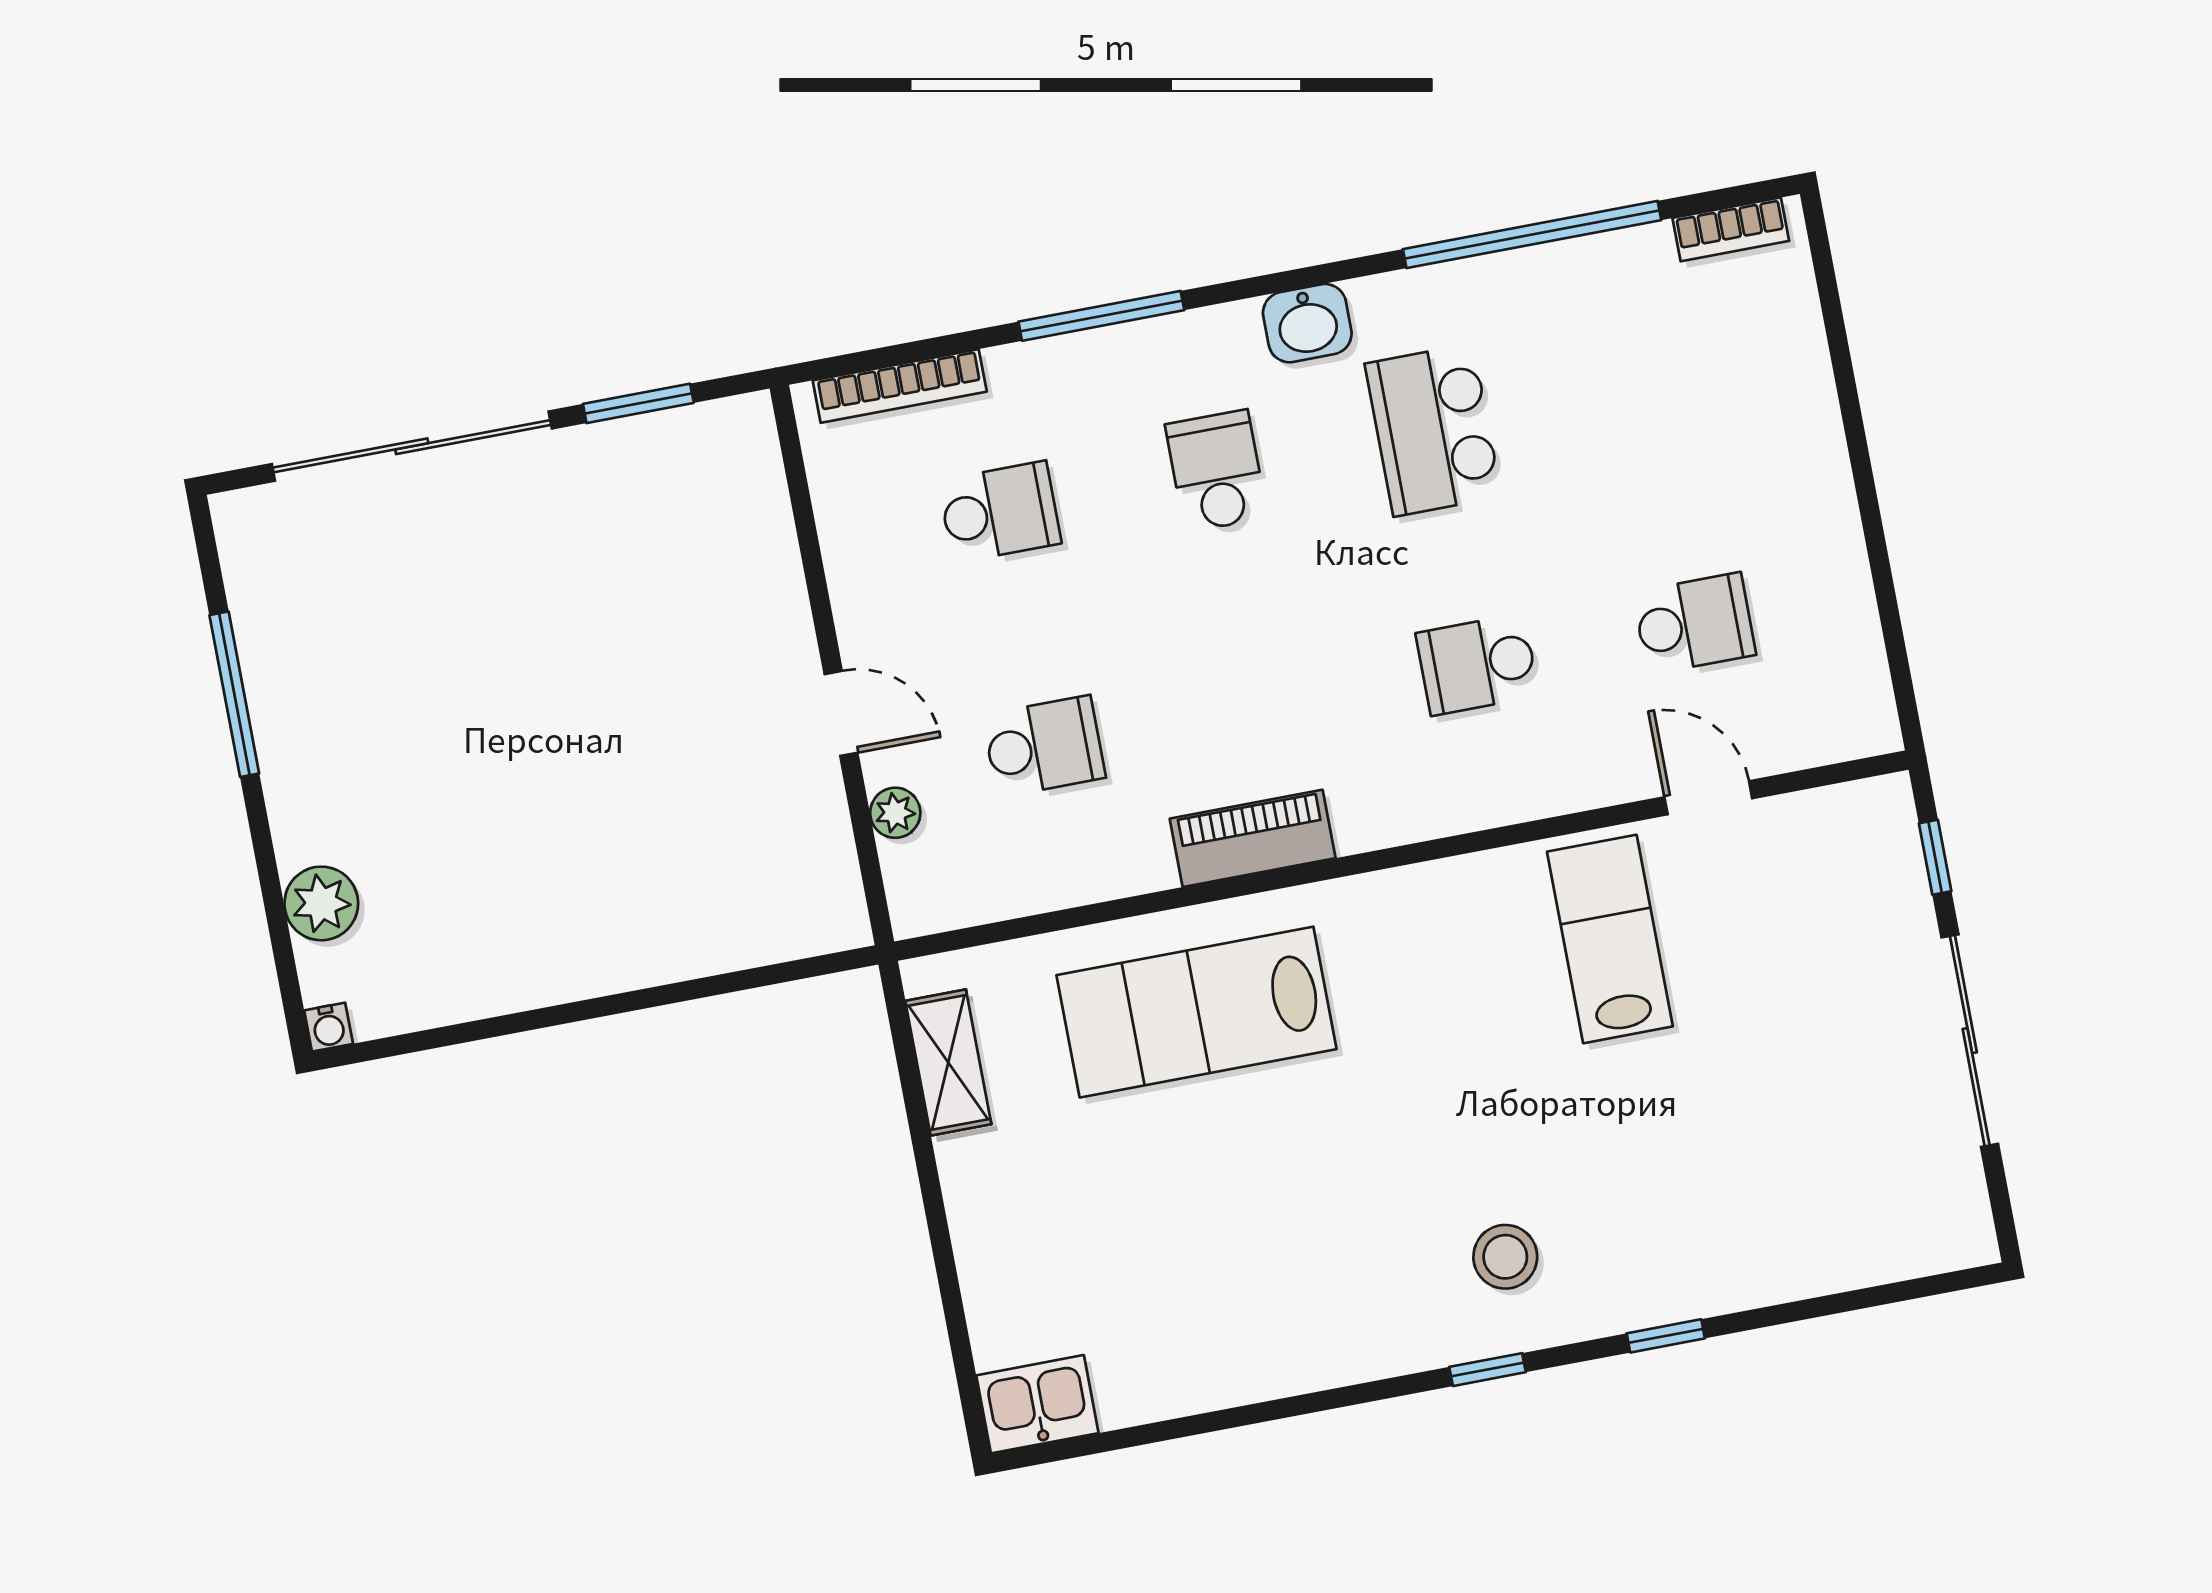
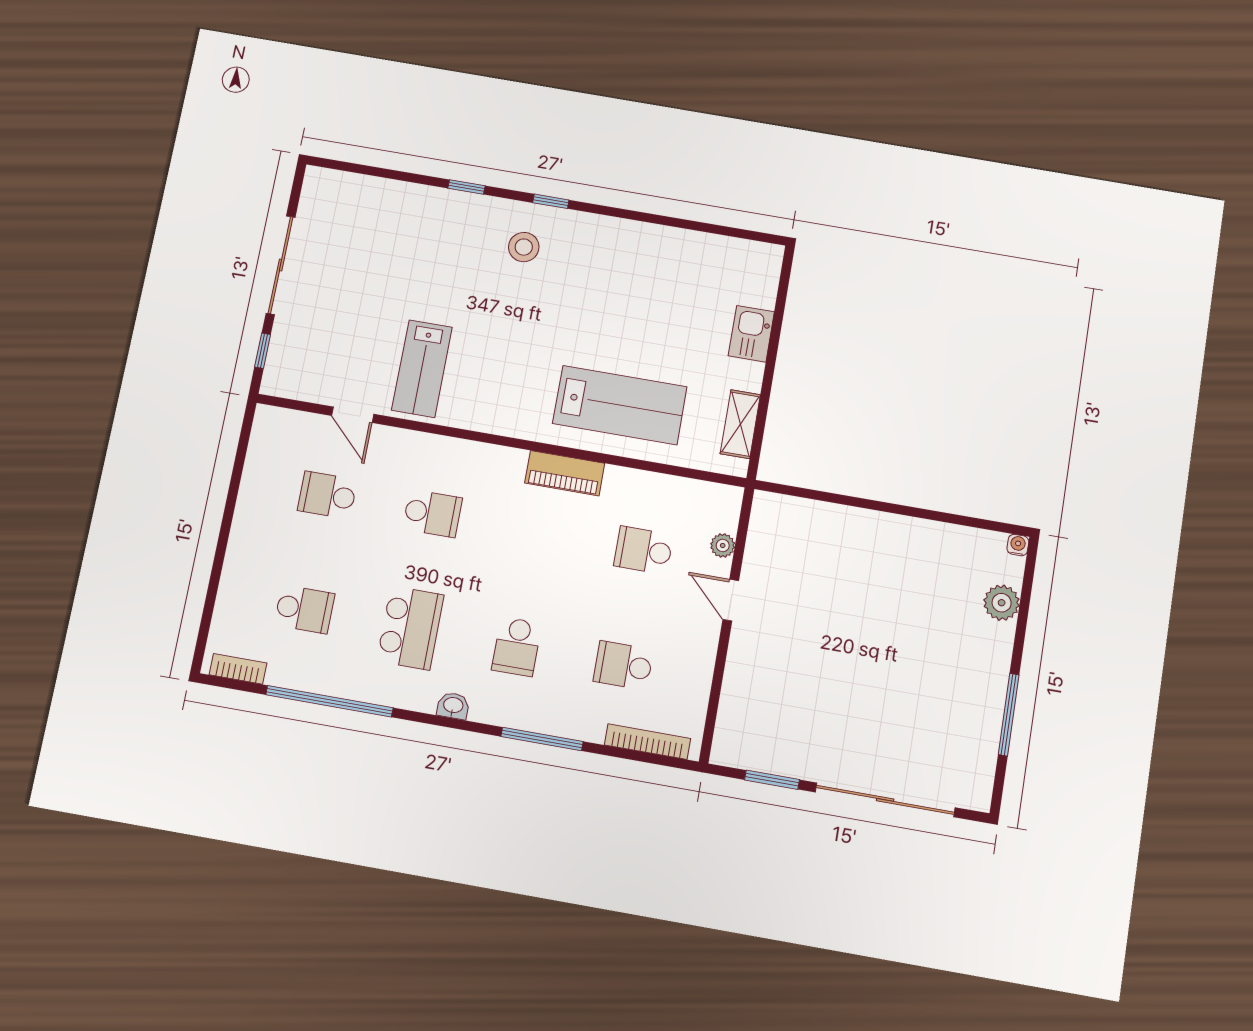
washbasin: (1307, 323) -> (453, 706), width x0.72, depth x0.69
school desk: (1650, 389) -> (304, 609), added
kitchen sink: (1037, 1404) -> (751, 334), moved, turned 90

